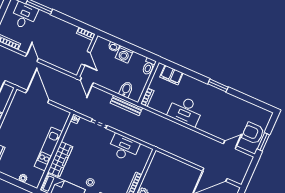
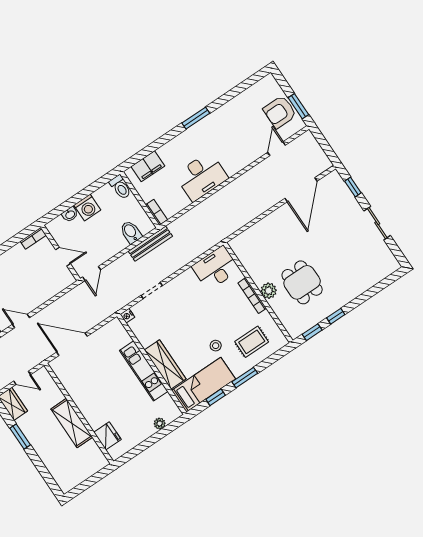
door: (87, 82) -> (92, 273), hinge flipped
desk: (124, 148) -> (216, 268), moved

